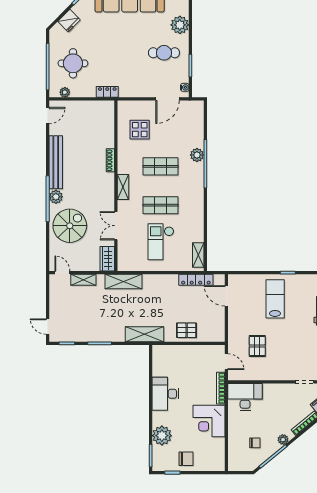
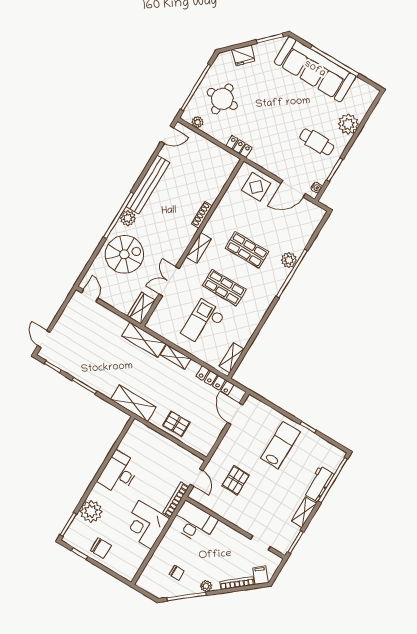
display table: (140, 130) -> (256, 187), moved
shelving: (83, 280) -> (176, 357), moved

